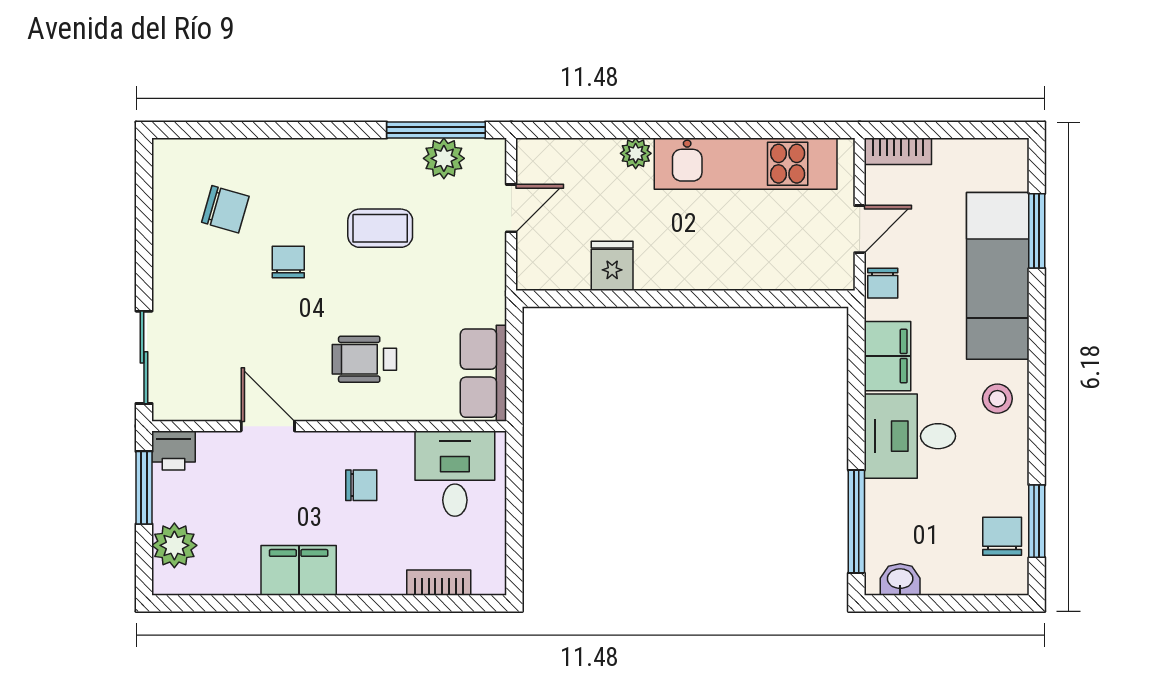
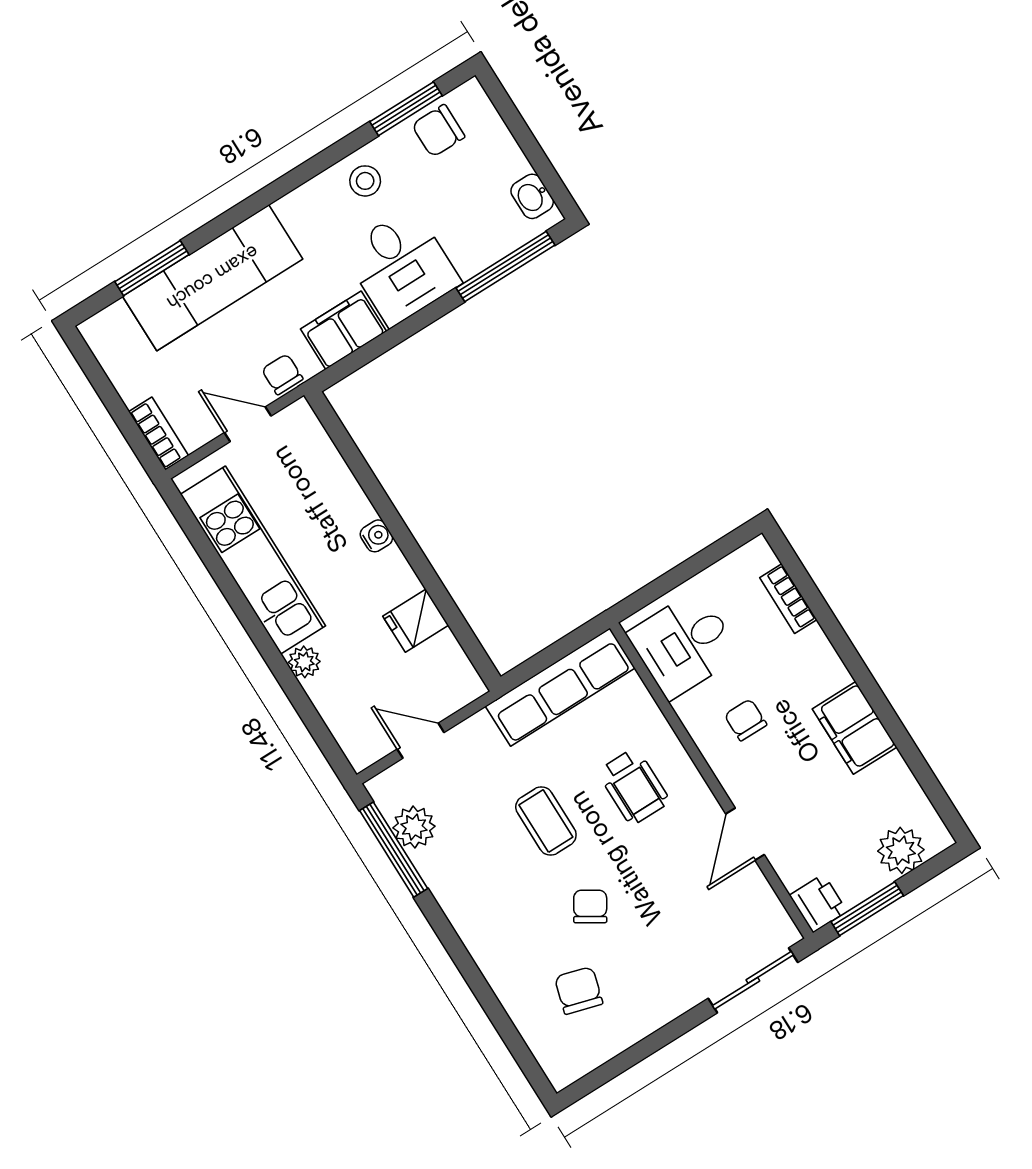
coffee table: (380, 228) -> (546, 821), moved
chair: (288, 262) -> (590, 906), turned 122
water cooler: (702, 277) -> (376, 536), added
chair: (883, 283) -> (282, 374), turned -90
row of seats: (483, 373) -> (560, 687), width x1.48
stool: (997, 399) -> (365, 181), moved

